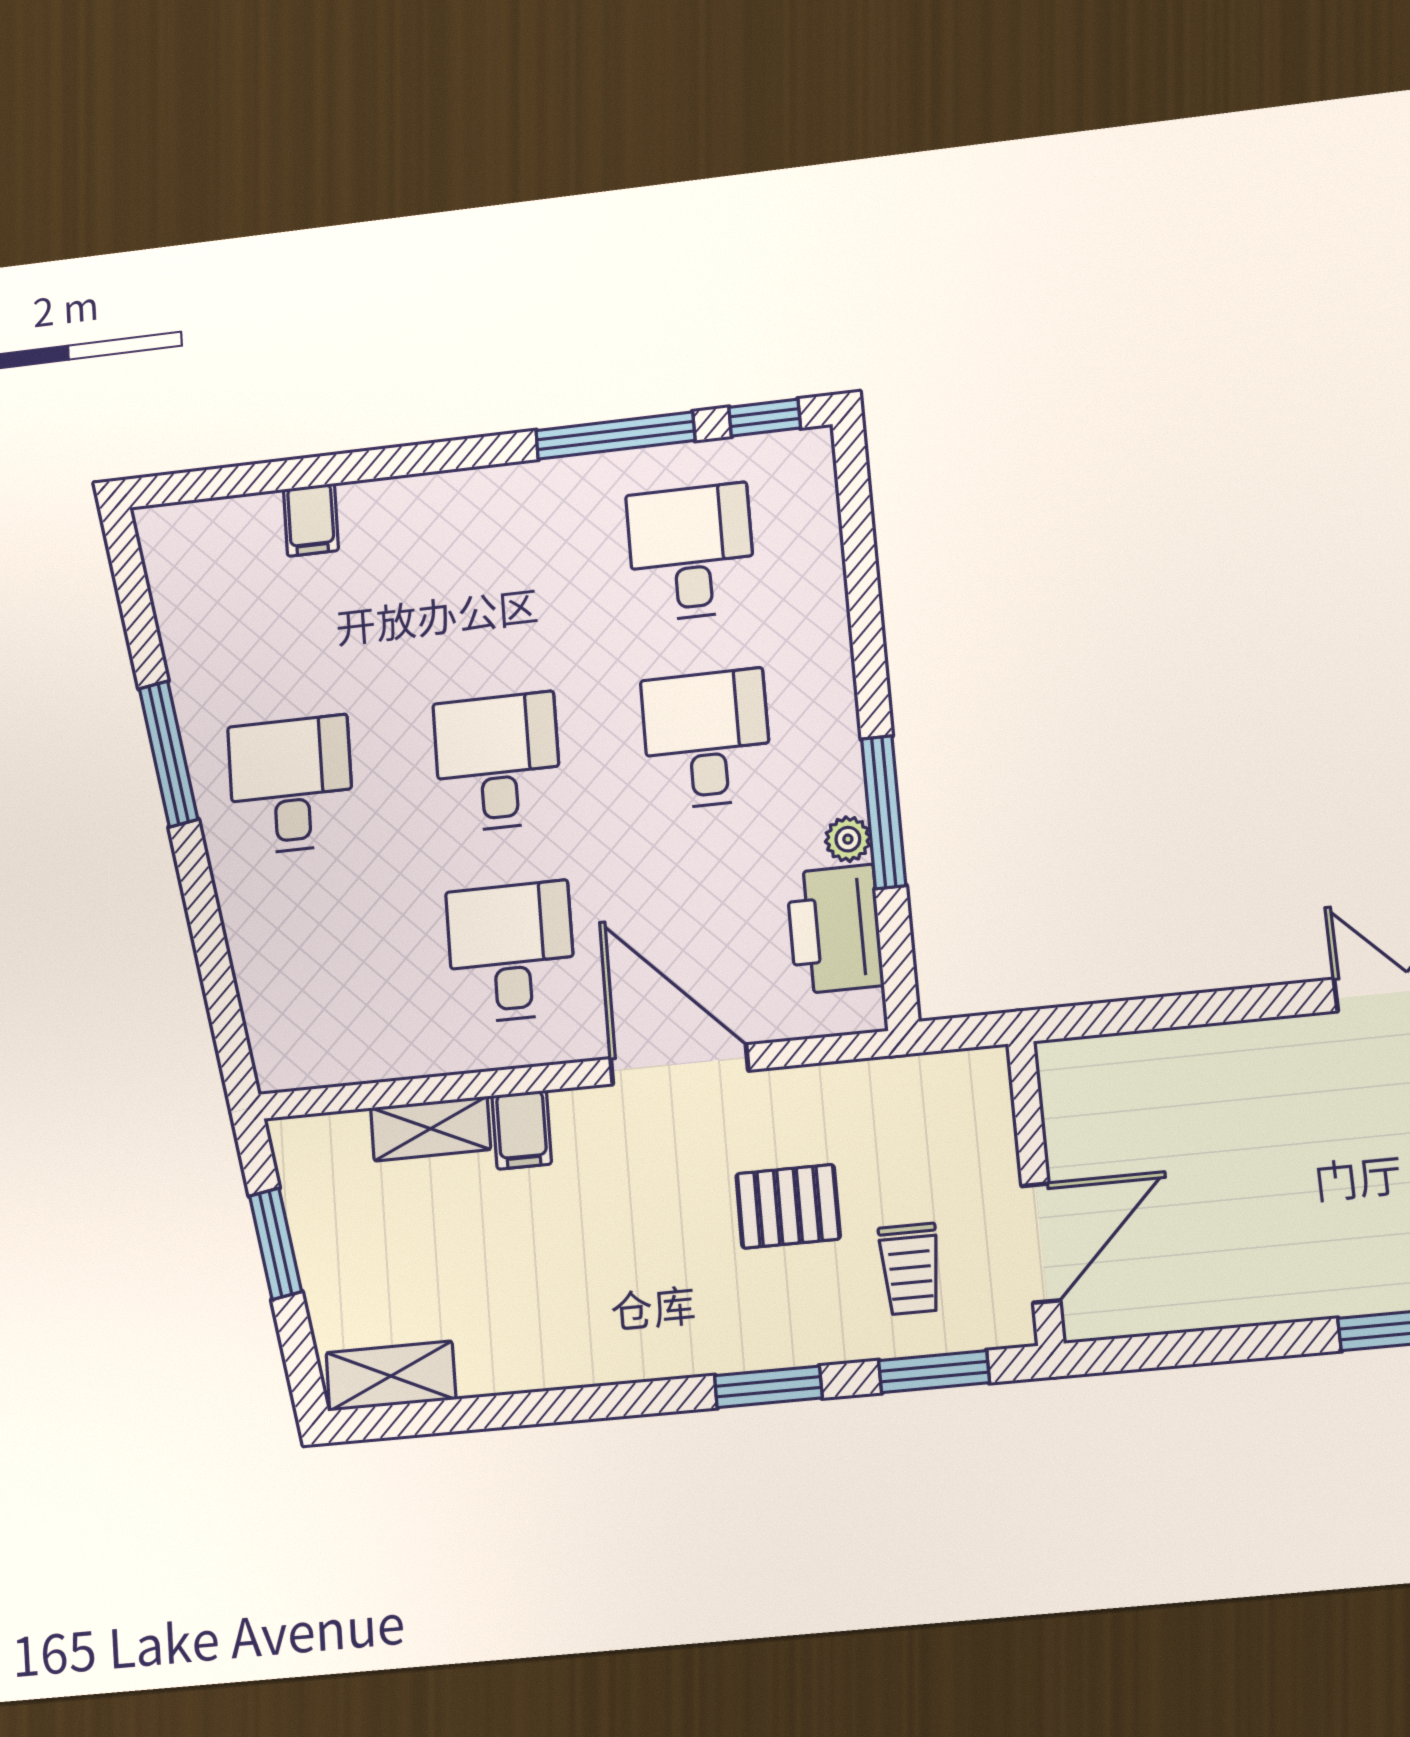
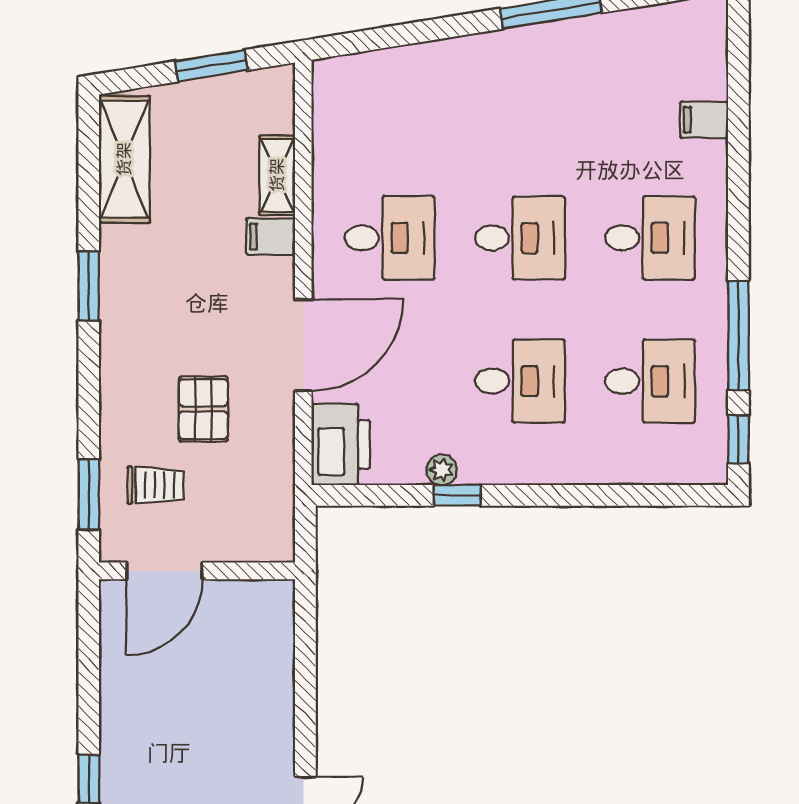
desk: (291, 785) -> (650, 238), moved
window: (884, 812) -> (457, 495), width x0.46
printer: (835, 929) -> (341, 444), moved, turned 90
door: (1041, 1243) -> (164, 571), hinge flipped
trolley: (910, 1269) -> (156, 485), turned 180
shelving: (391, 1376) -> (124, 159), width x1.50, depth x1.33
window: (768, 1387) -> (89, 286), moved

